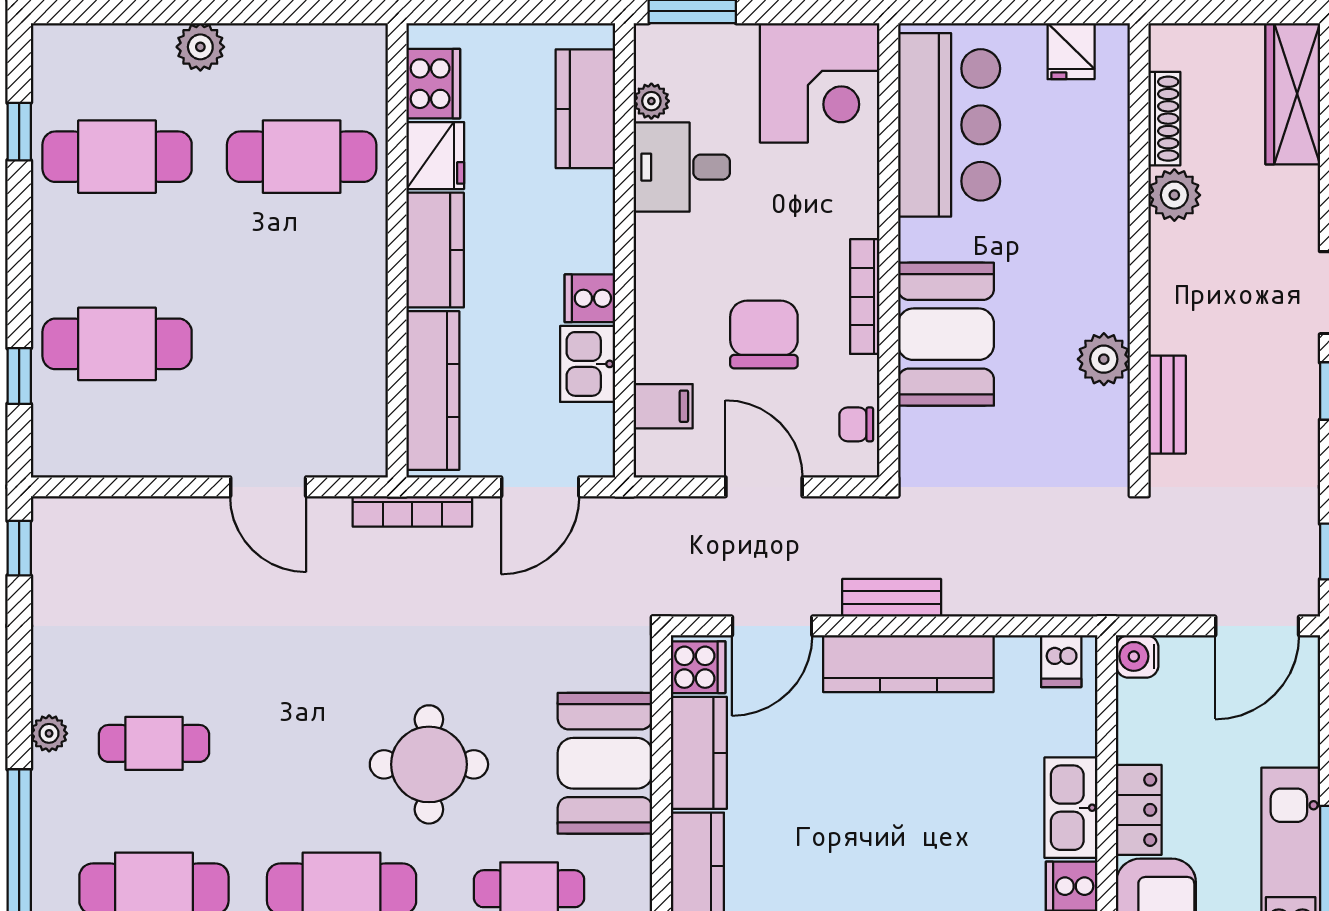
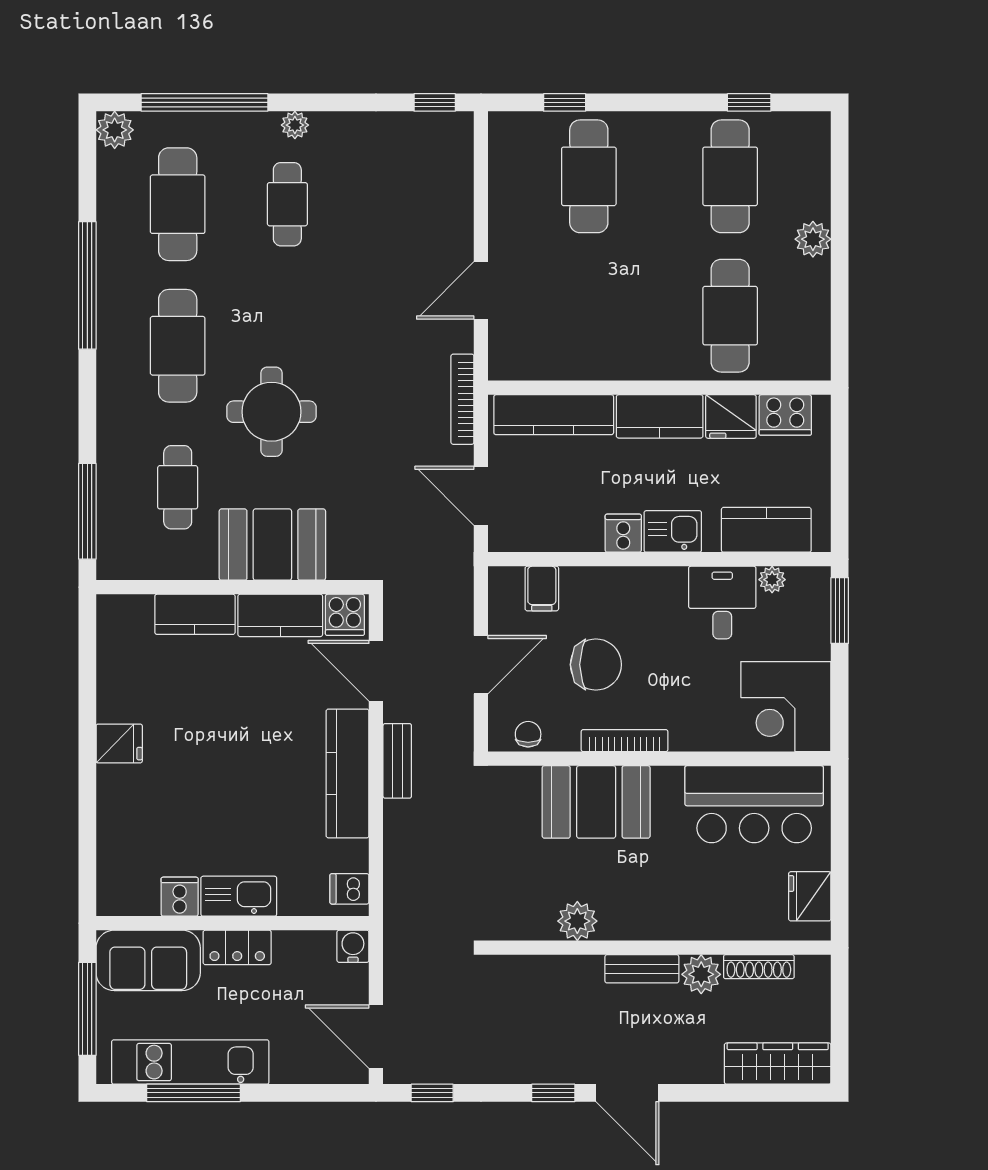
fridge: (1071, 51) -> (810, 896), width x1.38
kitchen sink: (588, 364) -> (673, 531), moved
bench: (1167, 405) -> (642, 969), moved

